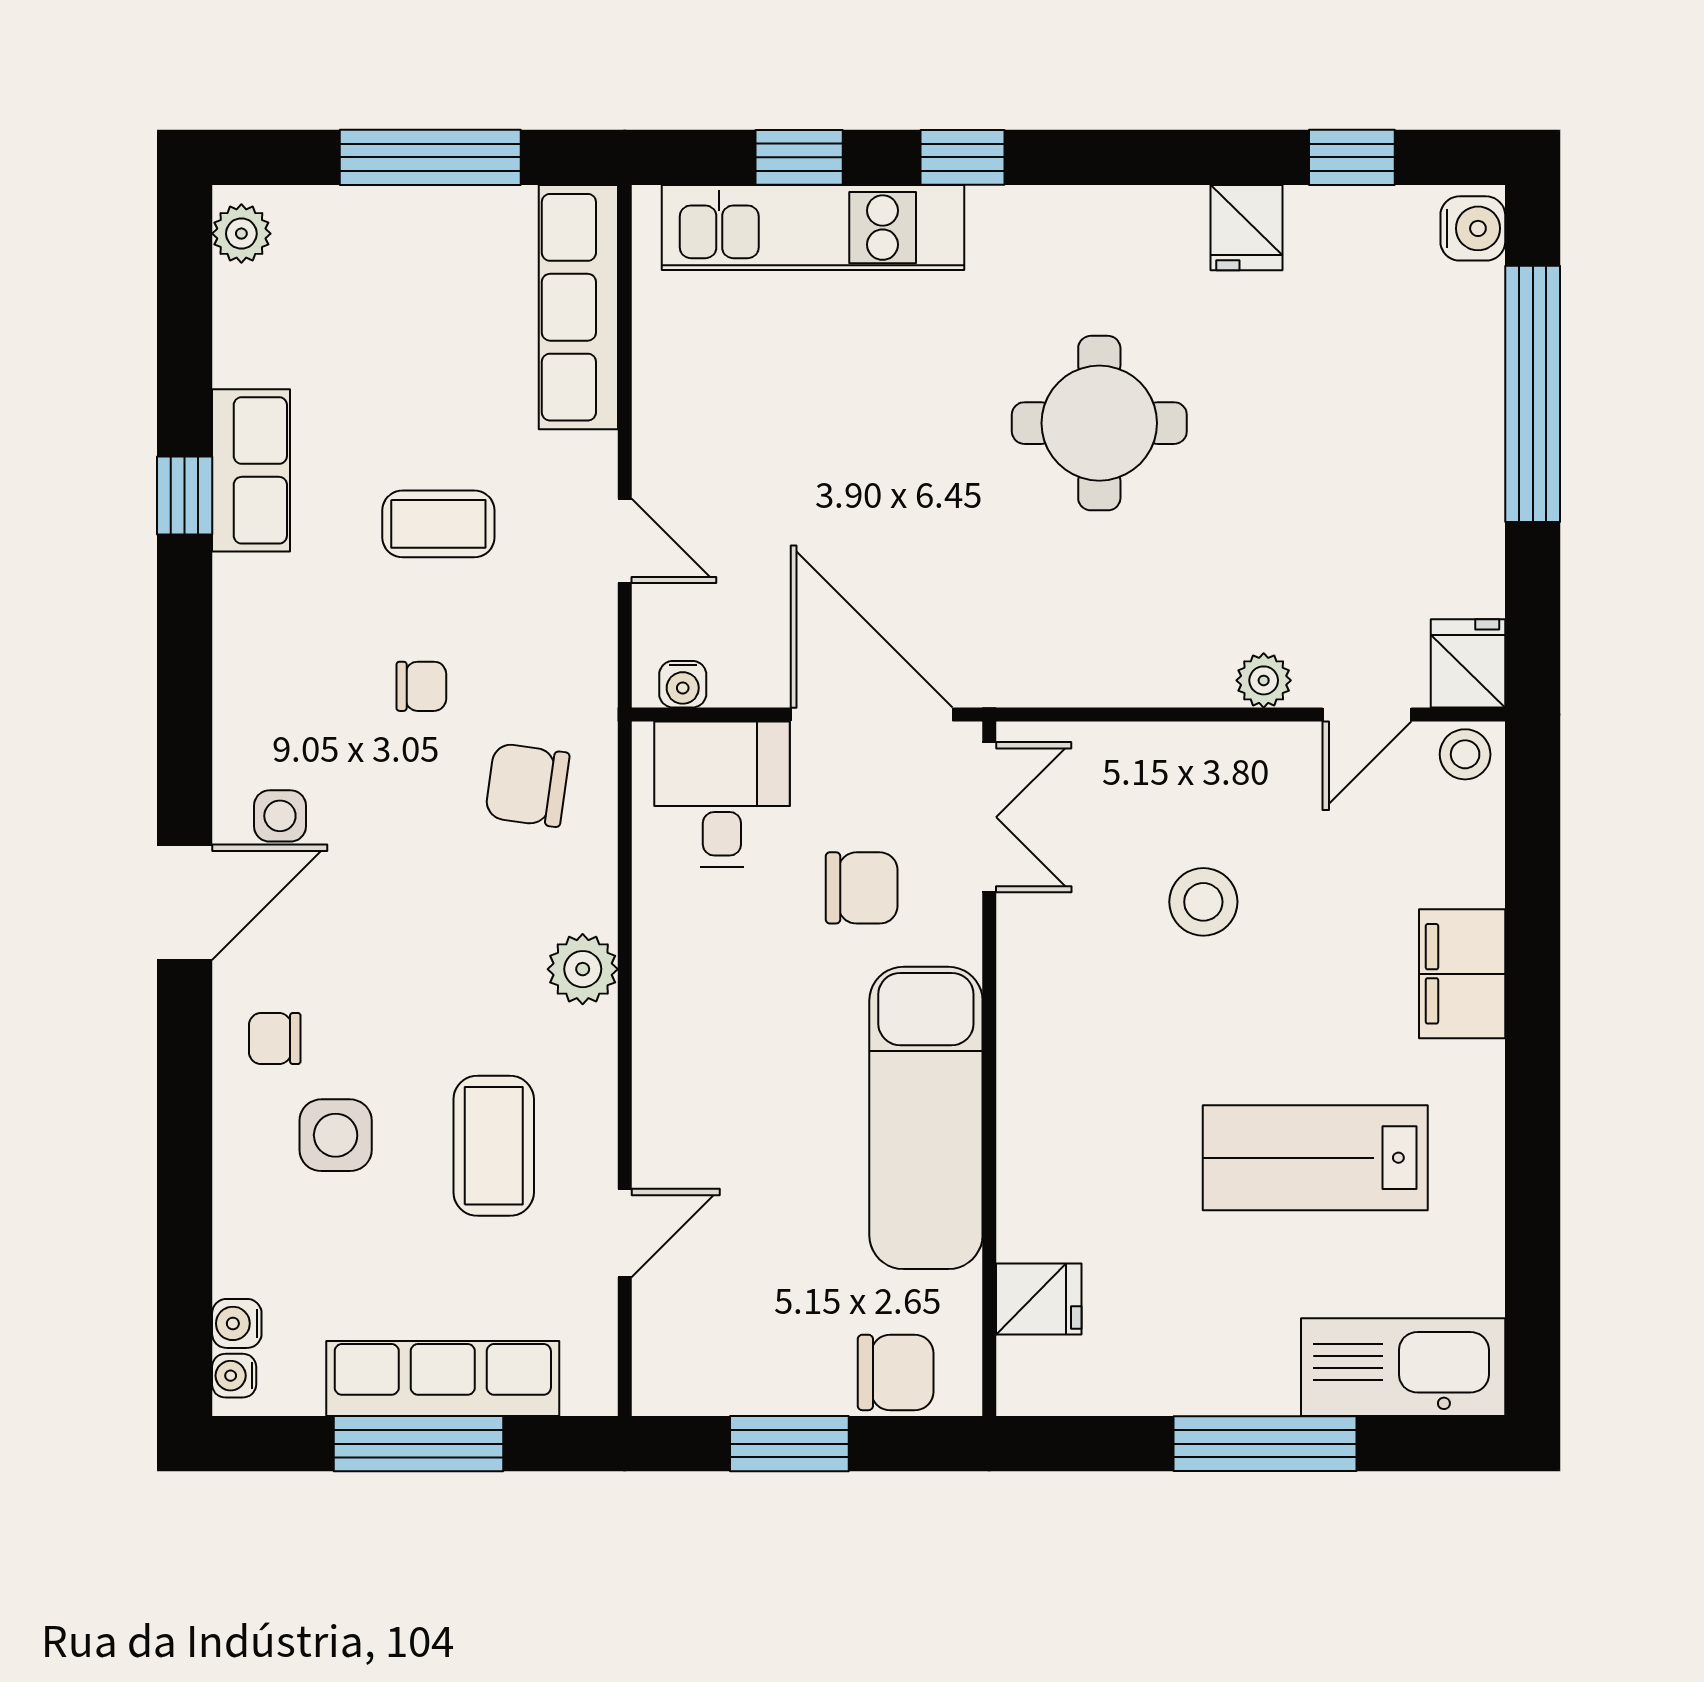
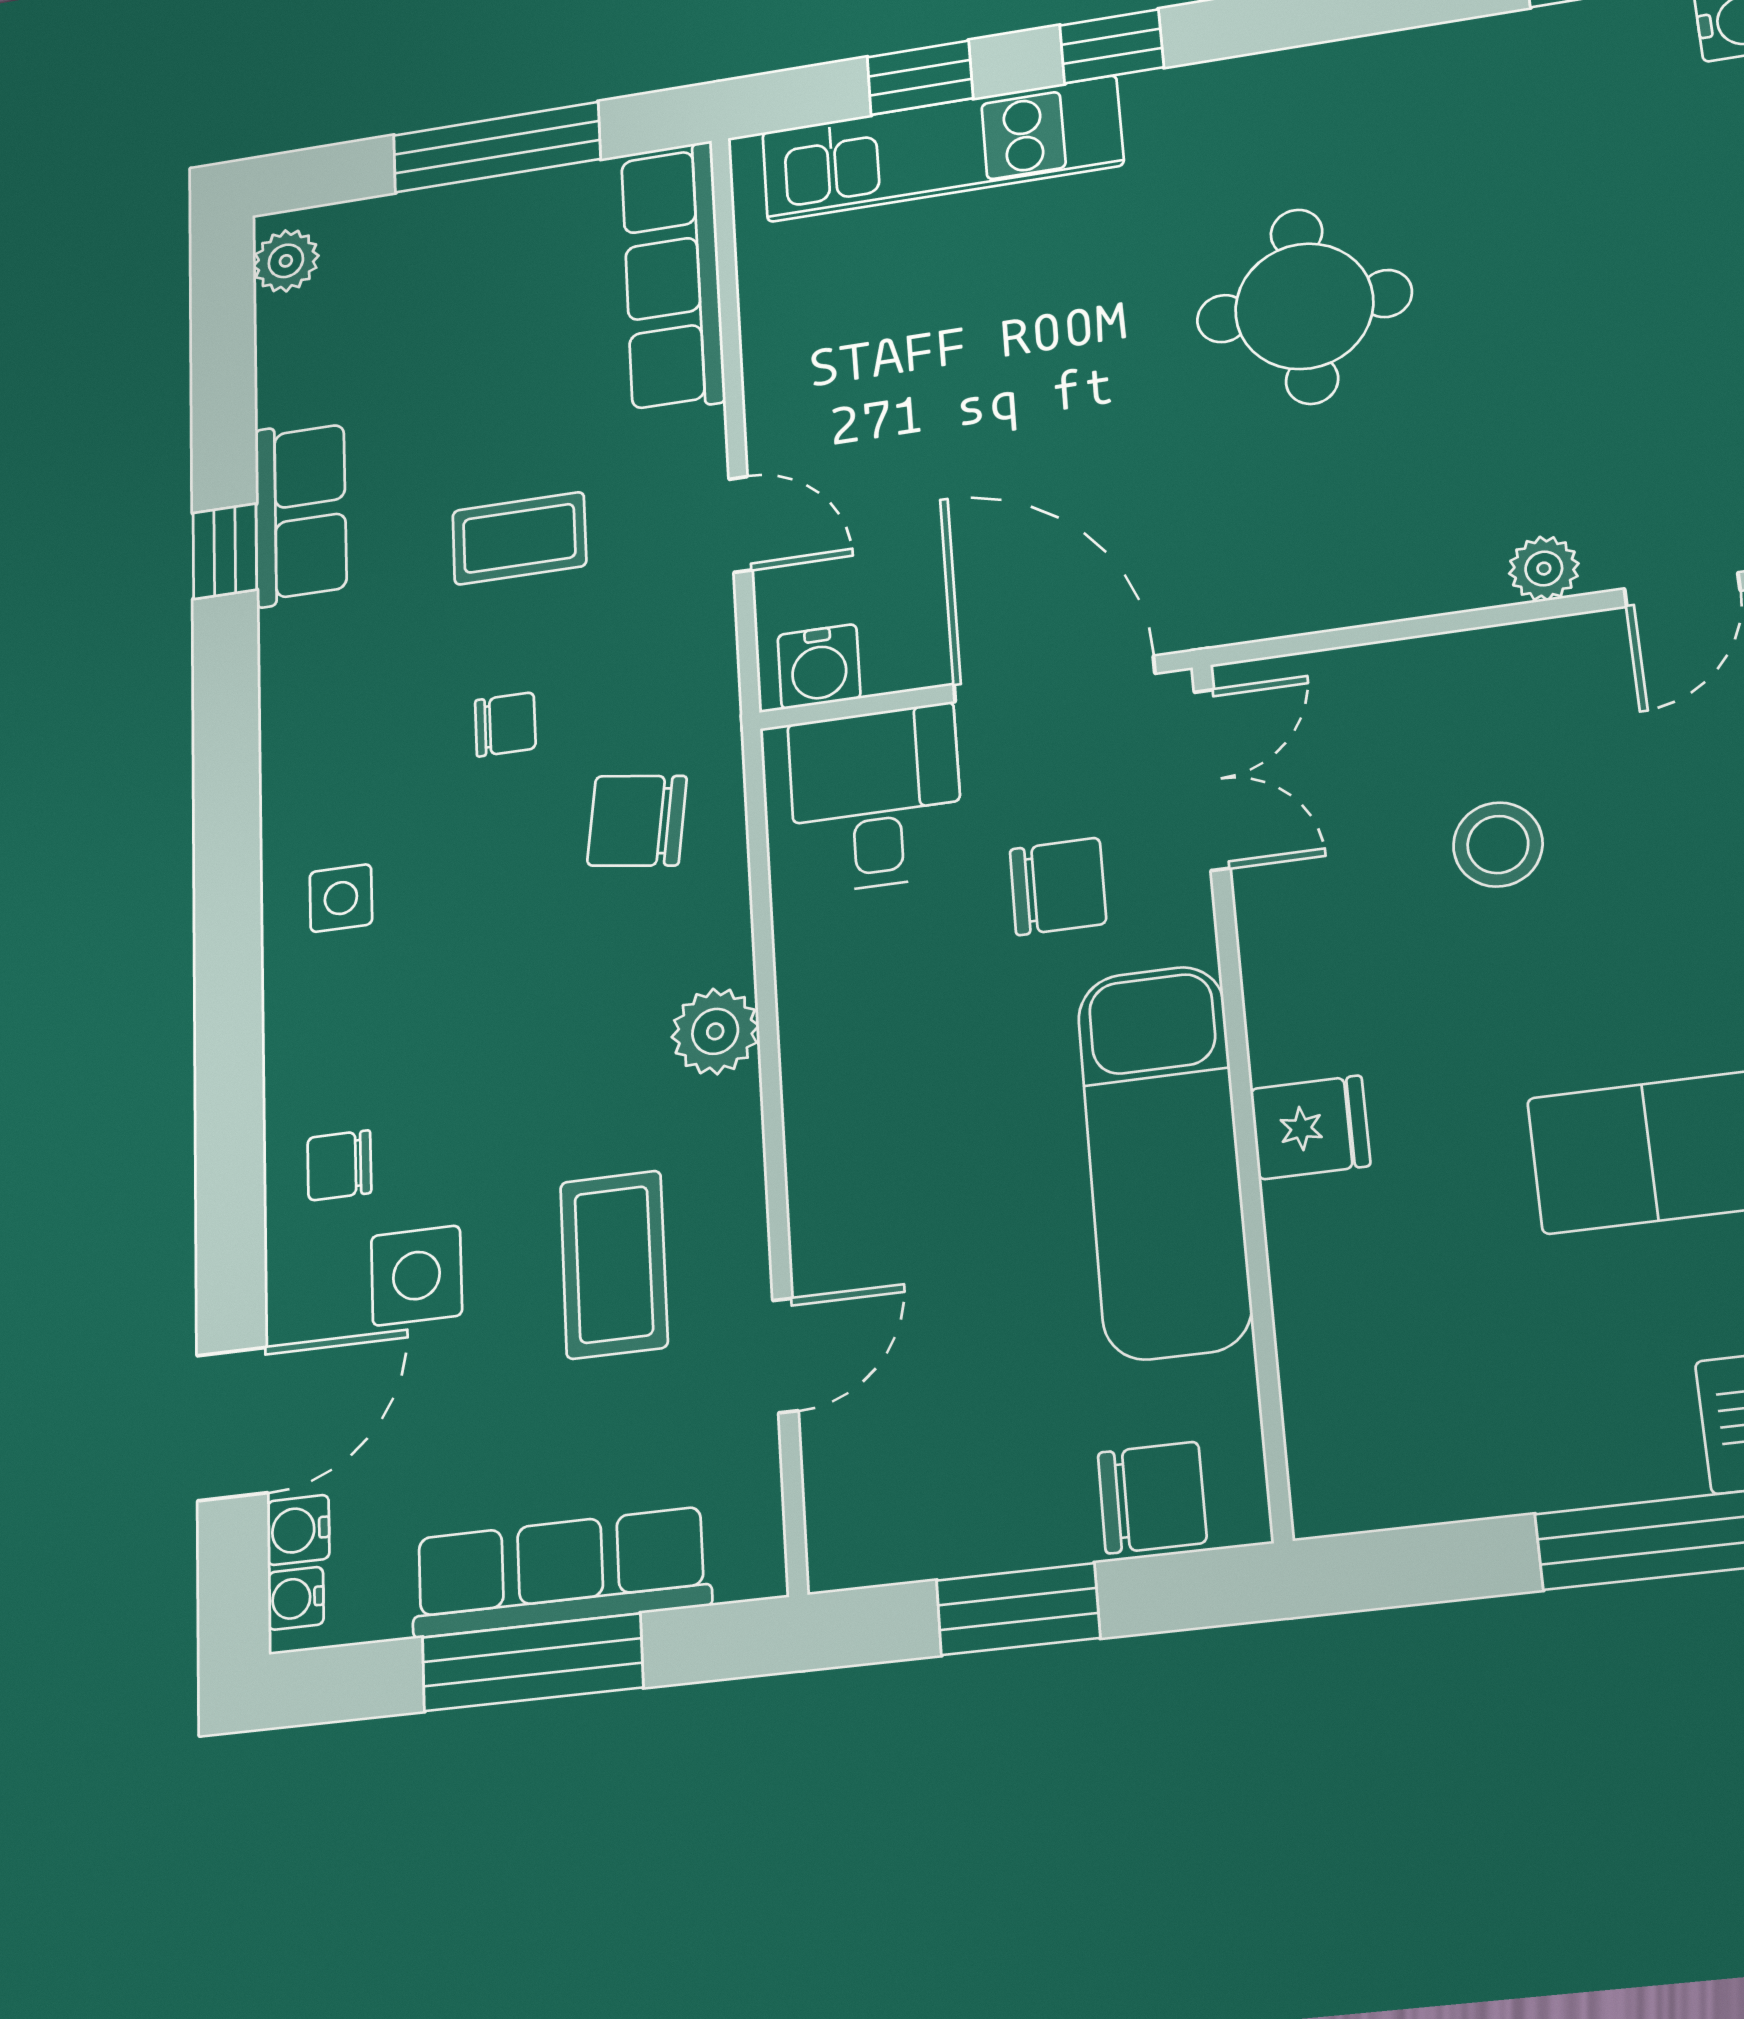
fridge: (1247, 228) -> (1460, 65), removed
water cooler: (683, 684) -> (819, 667), width x1.38, depth x1.38
door: (185, 902) -> (232, 1424), moved
fridge: (1039, 1299) -> (1310, 1127), moved

